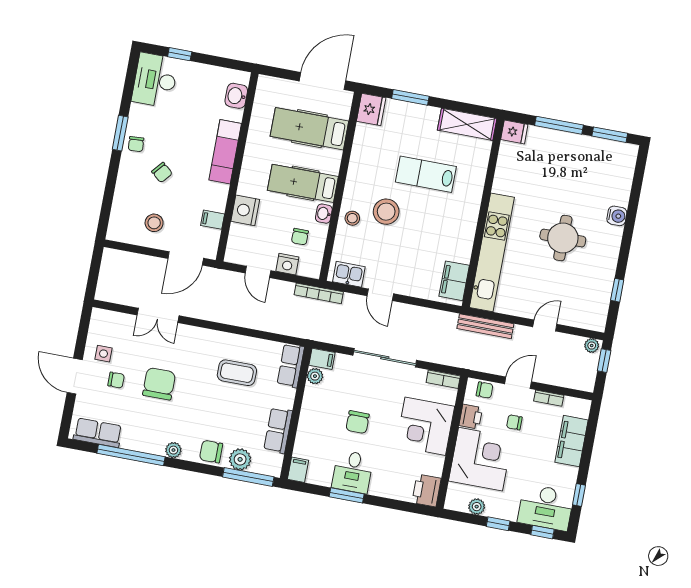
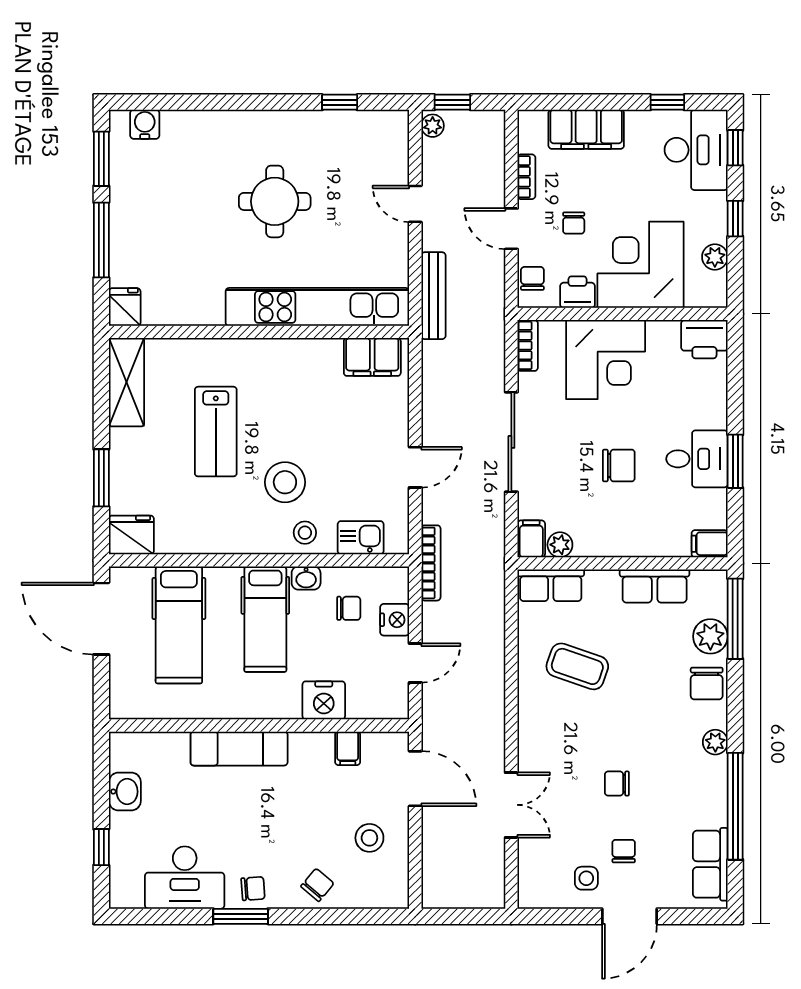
desk: (155, 80) -> (185, 878), moved
washbasin: (236, 96) -> (125, 792), moved, turned -90
chair: (162, 172) -> (317, 885), moved
water cooler: (617, 216) -> (145, 124), moved
kitchen sink: (349, 274) -> (361, 538), moved, turned 90
coffee table: (237, 373) -> (577, 666), turned -71
chair: (159, 384) -> (617, 784), width x0.54, depth x0.54

